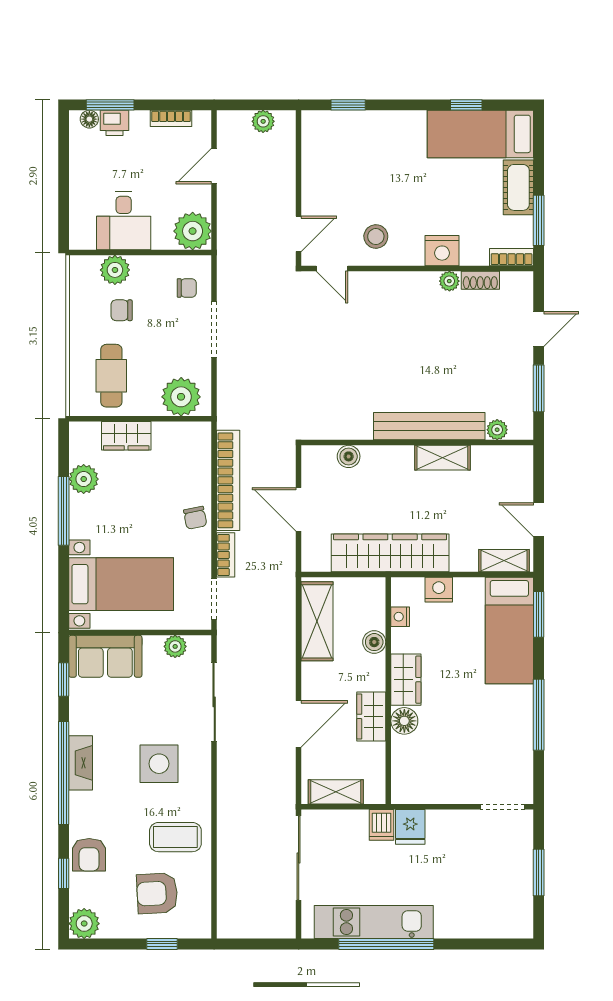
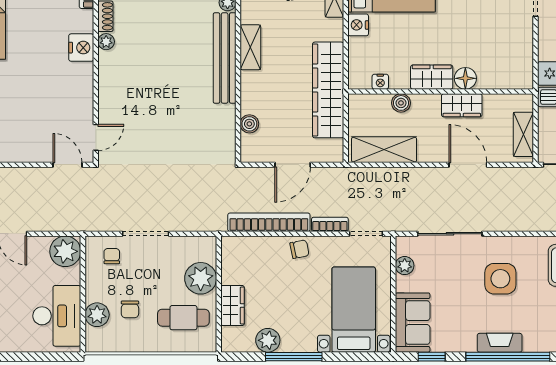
desk: (124, 221) -> (57, 316), width x1.37
stool: (376, 237) -> (70, 102), removed
plant: (181, 397) -> (201, 278), moved
nightstand: (439, 590) -> (358, 25), moved

